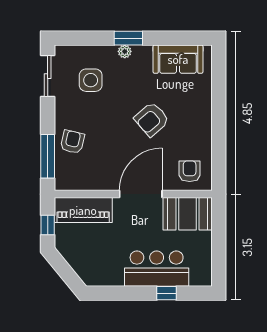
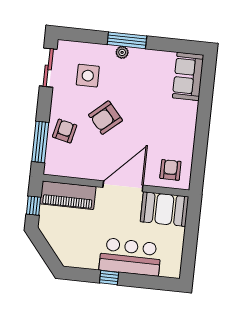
window: (128, 38) -> (127, 40), width x1.44
sofa: (178, 59) -> (188, 76), moved, turned 90
armchair: (152, 119) -> (105, 118), moved
window: (166, 293) -> (109, 278), moved

